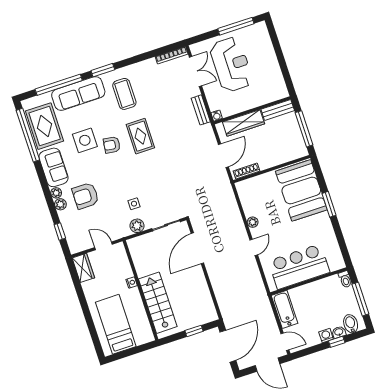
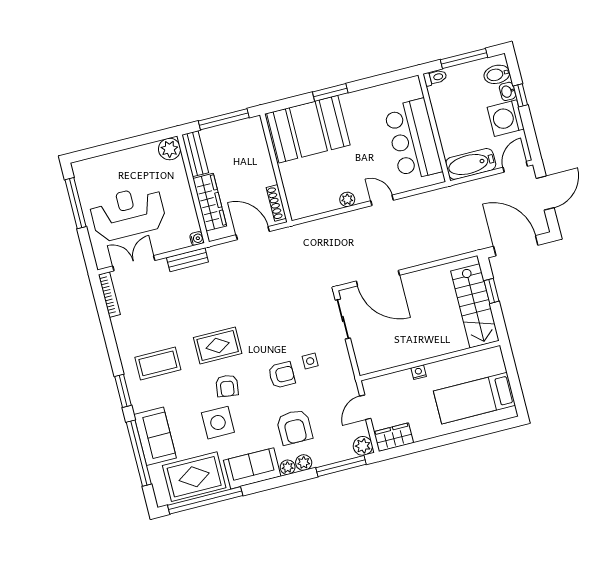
plant: (280, 91) -> (169, 149), added
sofa: (78, 93) -> (155, 436), width x0.73
armchair: (123, 184) -> (282, 375), added
plant: (137, 226) -> (363, 446), moved
window: (60, 231) -> (341, 466), width x2.17
stairs: (158, 303) -> (475, 306), moved, turned -90
washing machine: (326, 336) -> (506, 118), width x1.89, depth x1.89

